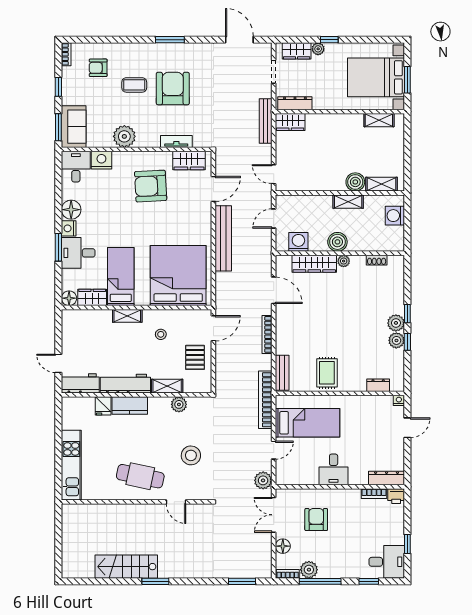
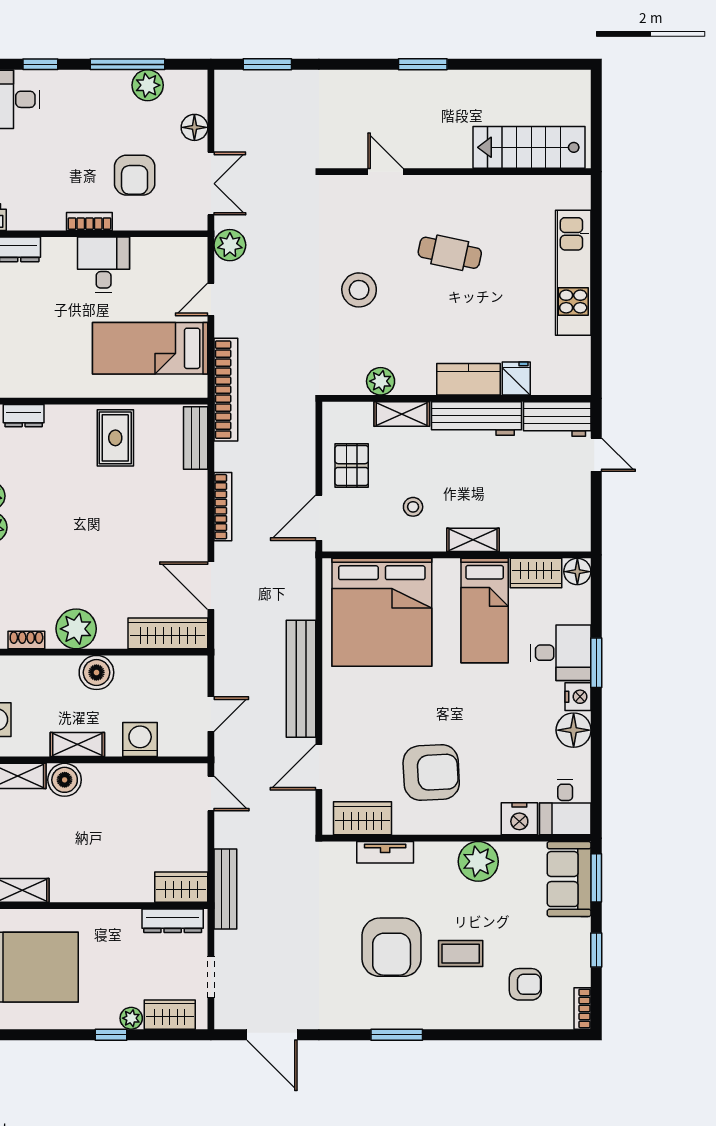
washing machine: (298, 242) -> (140, 740), moved, turned 180
plant: (344, 261) -> (76, 629), width x1.88, depth x1.88
wardrobe: (314, 264) -> (168, 633), moved
cafe table: (140, 476) -> (450, 253), width x0.73, depth x0.74
bookcase: (374, 494) -> (89, 221), moved
wall: (137, 502) -> (456, 172), moved
door: (176, 502) -> (386, 172), moved
stairs: (126, 567) -> (529, 147), moved, turned 180
bookcase: (288, 574) -> (186, 78), removed

